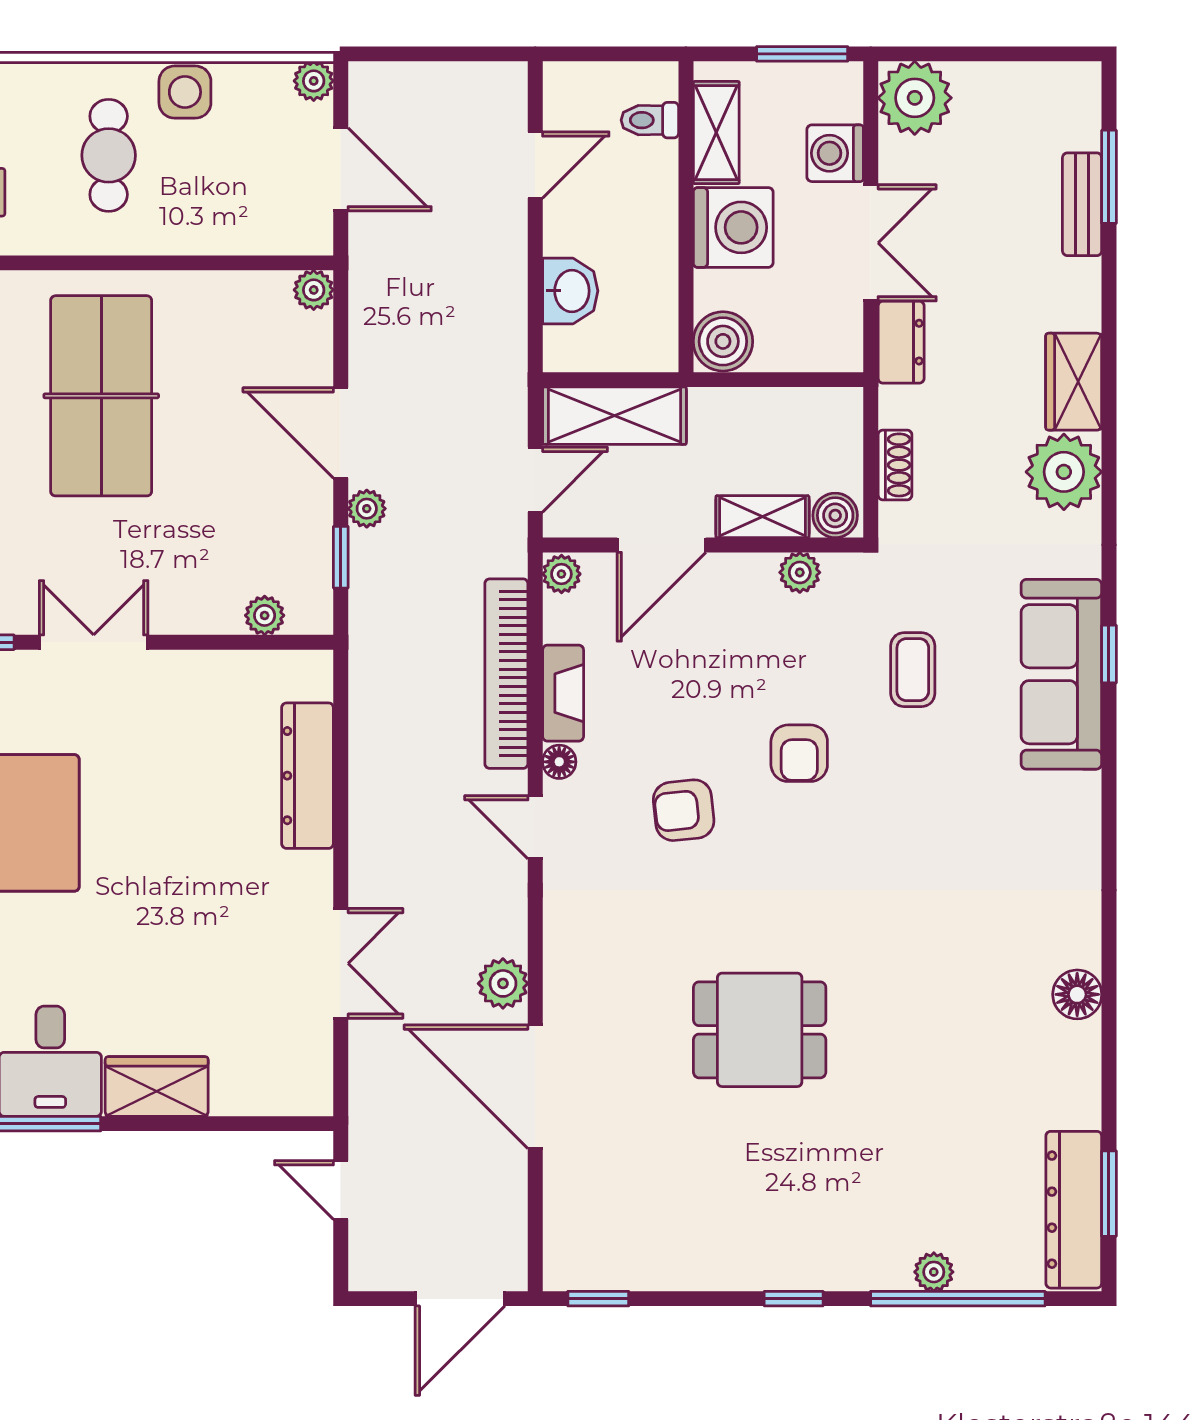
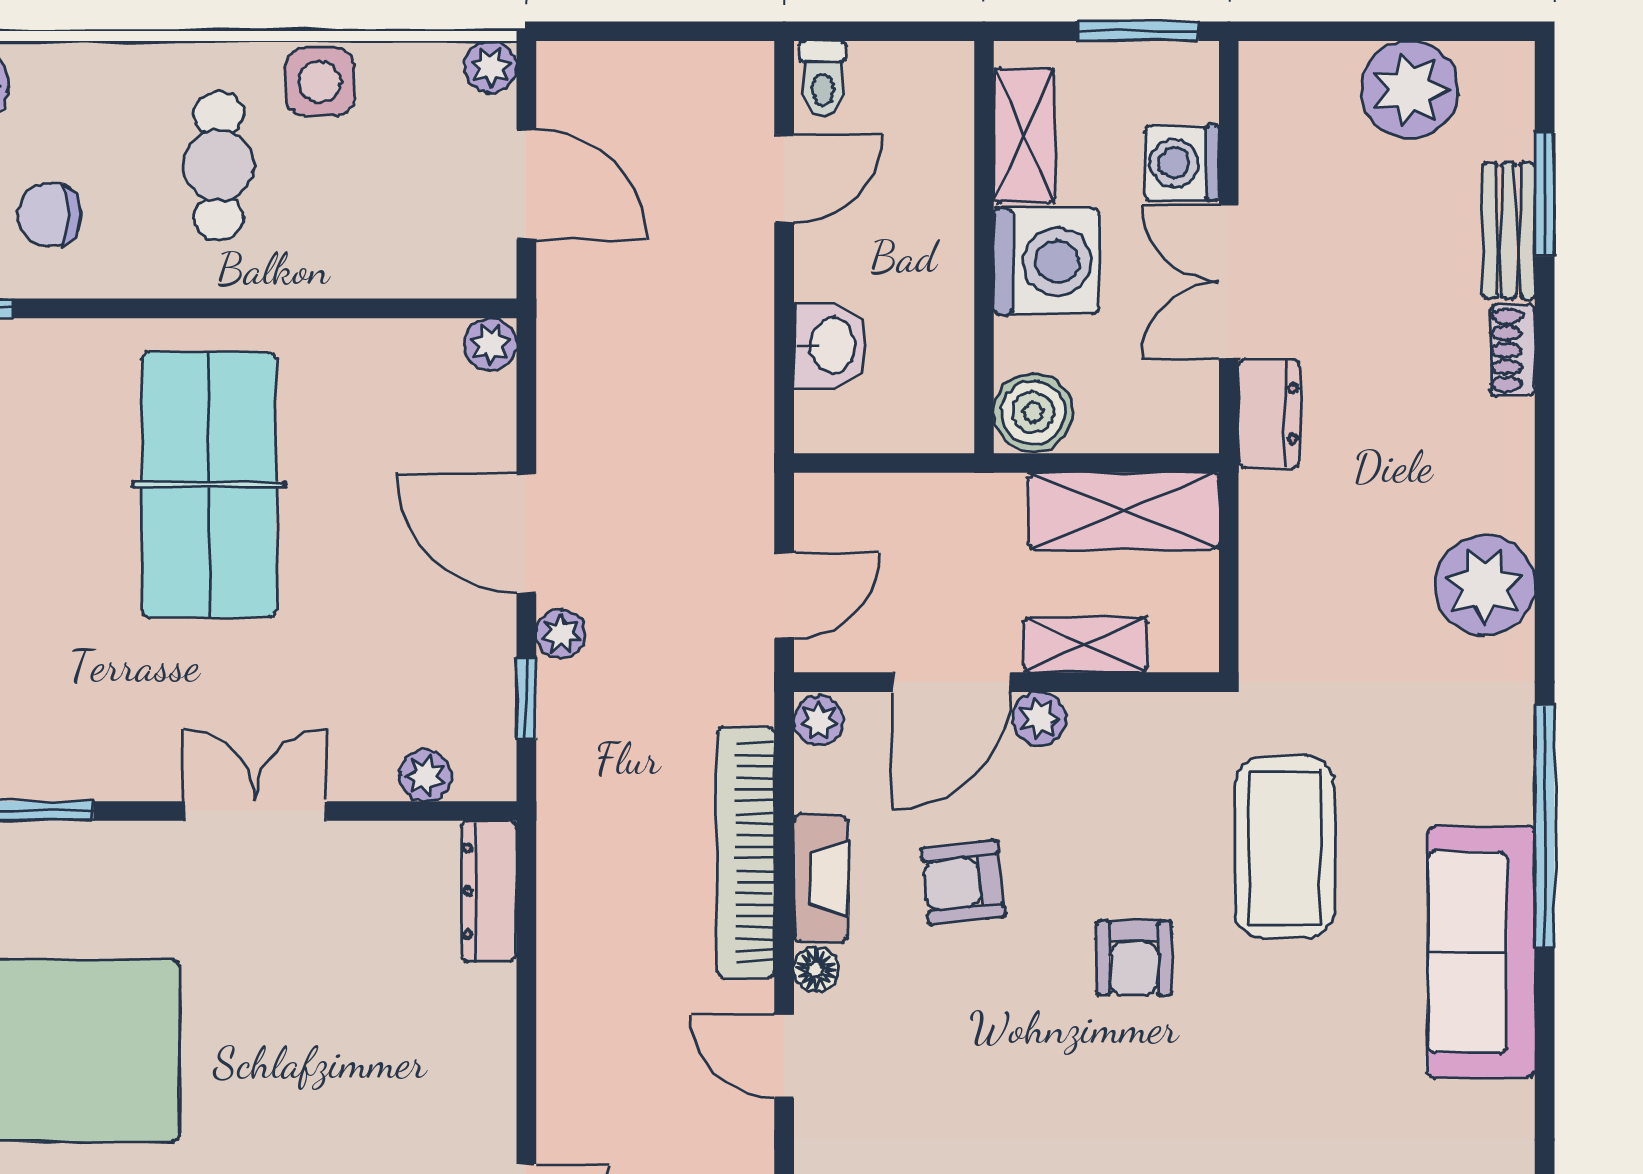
plant: (915, 98) -> (1410, 90), moved
toilet: (650, 120) -> (823, 79), moved, turned -90
double door: (871, 243) -> (1229, 282), swing flipped
wardrobe: (1074, 382) -> (1498, 466), removed
shelving: (614, 416) -> (1124, 511), moved
shoe rack: (895, 465) -> (1512, 350), moved, turned 180
boiler: (835, 515) -> (1182, 643), removed
plant: (800, 572) -> (1039, 719), moved
double door: (94, 642) -> (255, 811), moved
window: (1109, 654) -> (1545, 827), width x3.17
coffee table: (913, 670) -> (1285, 847), width x1.86, depth x1.72
sofa: (1061, 674) -> (1481, 952), moved
dresser: (308, 776) -> (489, 891), moved, width x0.73, depth x0.80
armchair: (684, 810) -> (963, 882), moved

